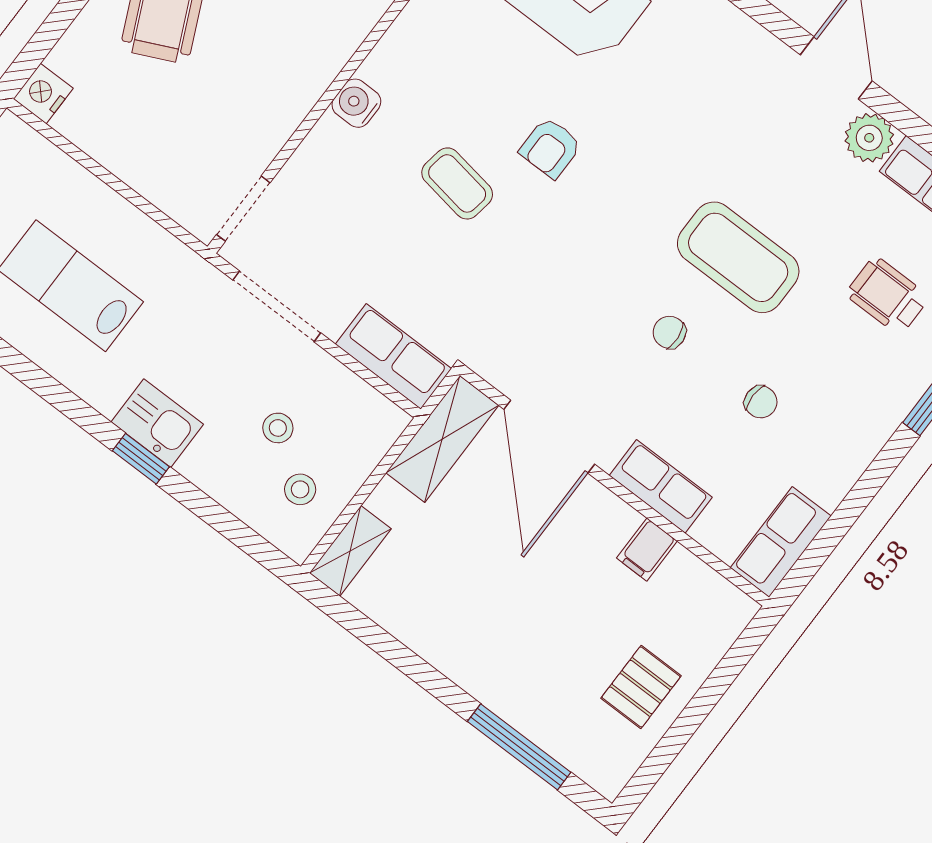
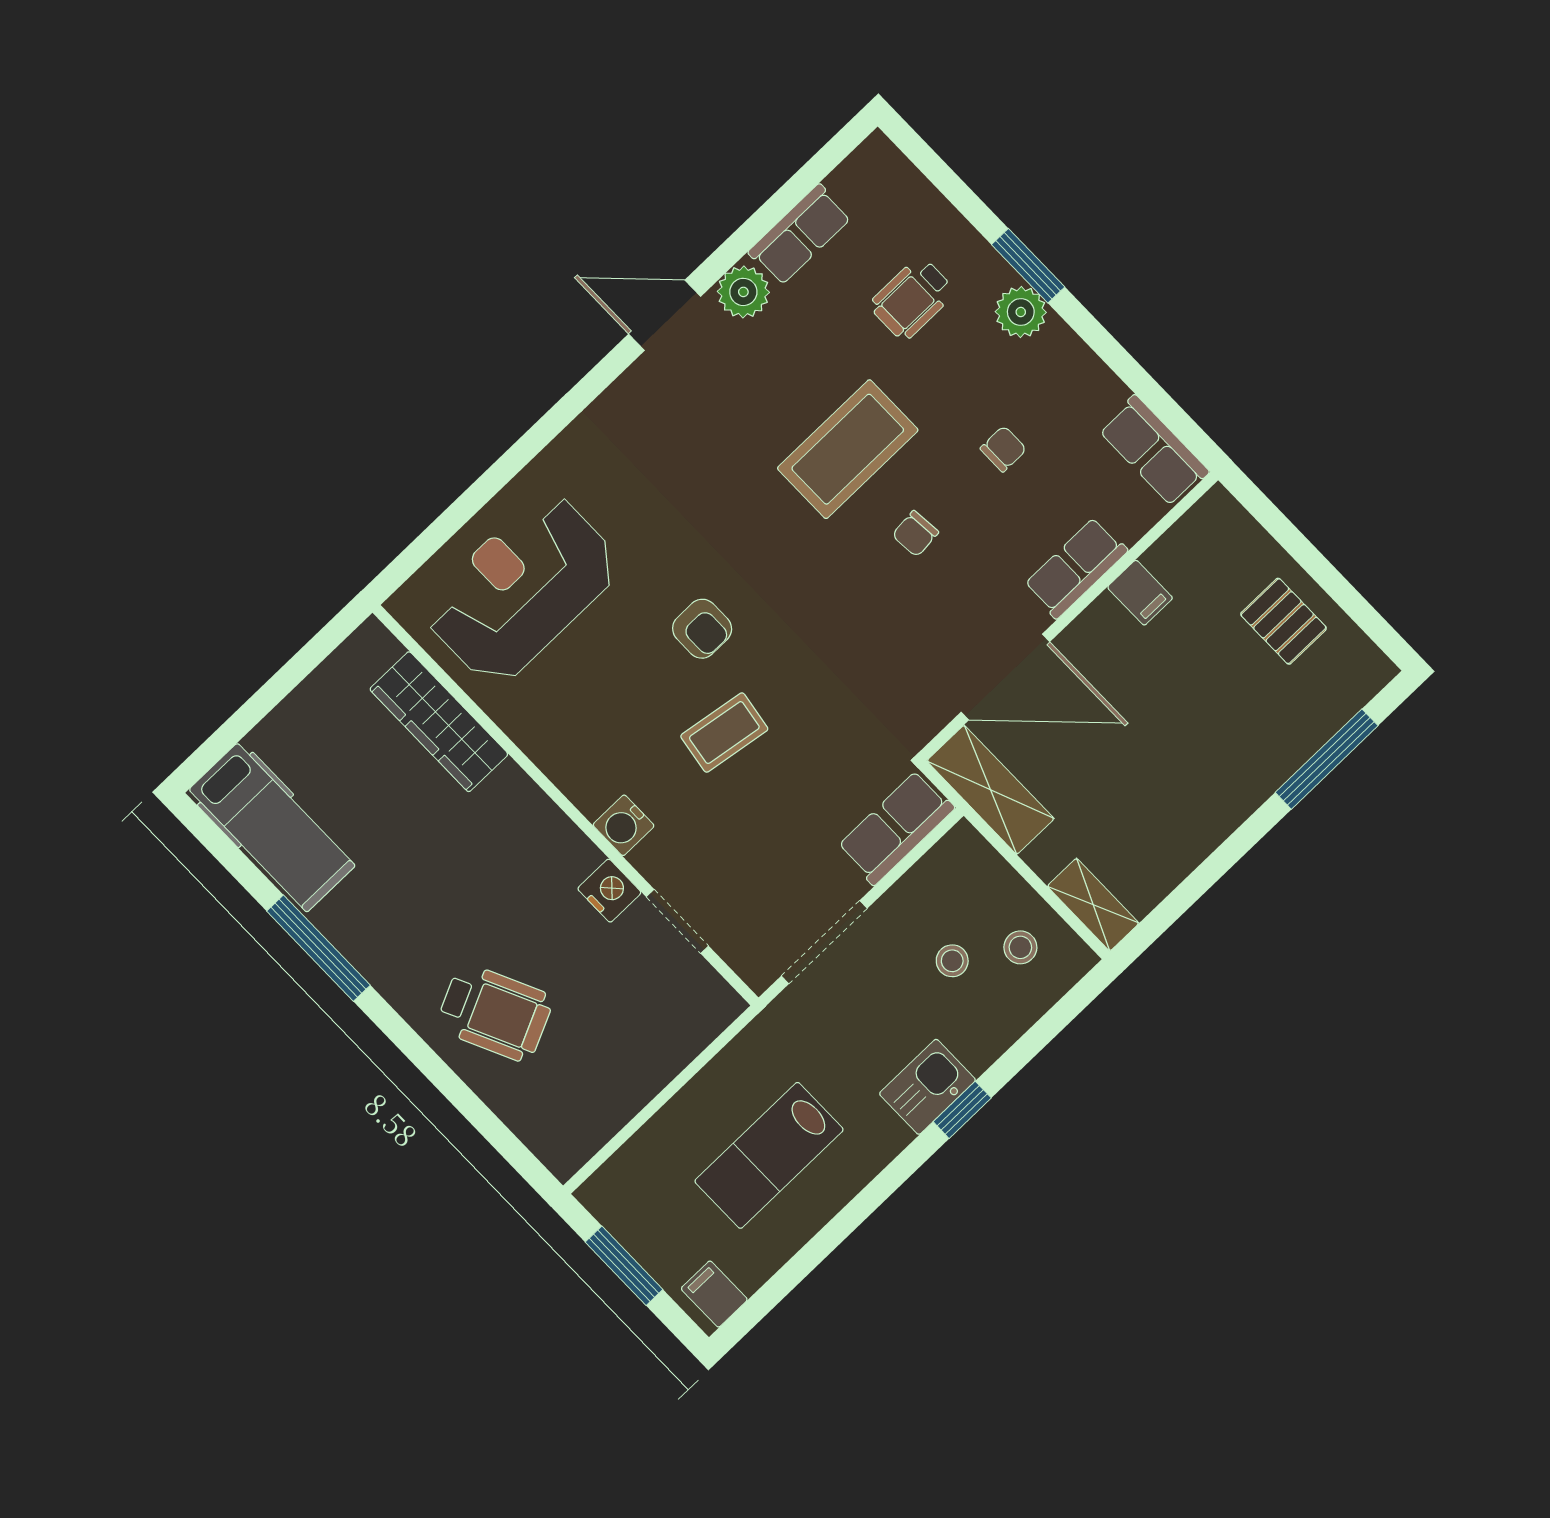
nightstand: (43, 94) -> (609, 891), moved, turned 180
doorway: (243, 209) -> (677, 921), moved
plant: (890, 398) -> (1021, 312), added

